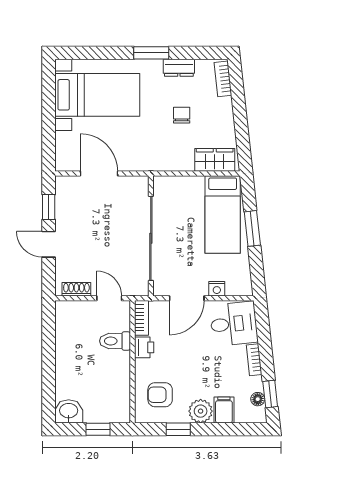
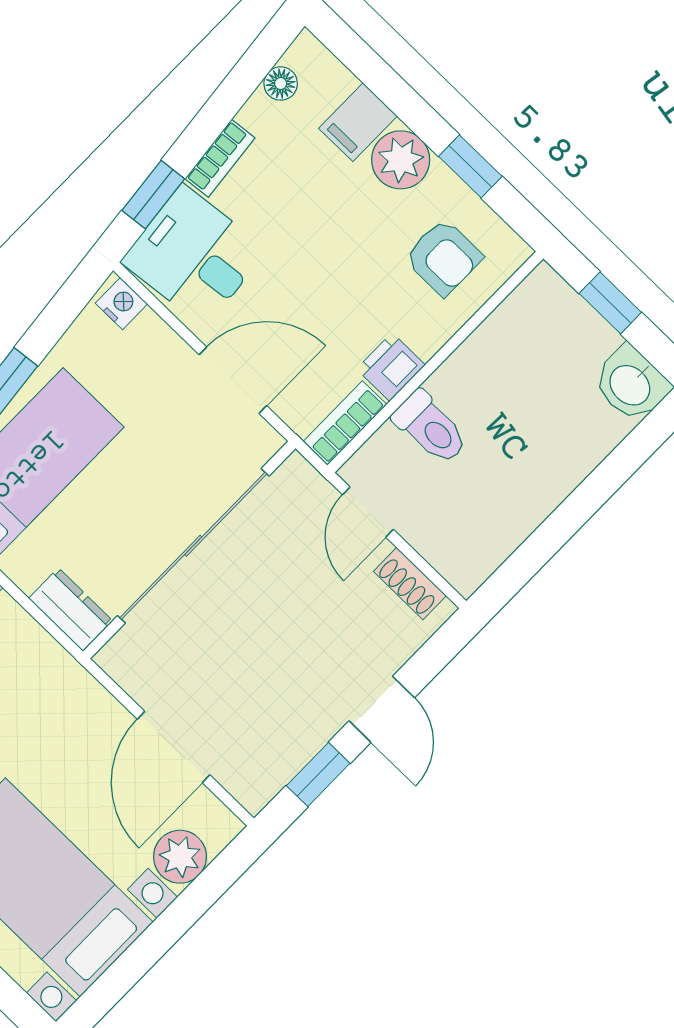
plant: (66, 143) -> (180, 857), added
dresser: (169, 184) -> (71, 610), added
nightstand: (217, 289) -> (121, 304), moved
window: (270, 394) -> (153, 195), moved

